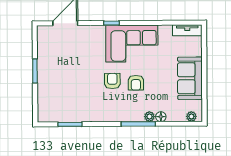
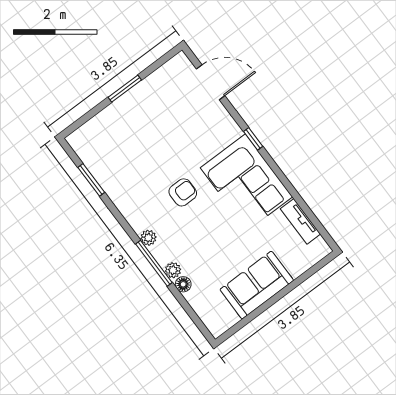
tv unit: (187, 30) -> (300, 221), moved
armchair: (136, 83) -> (202, 223), removed
plant: (191, 116) -> (148, 238), moved

